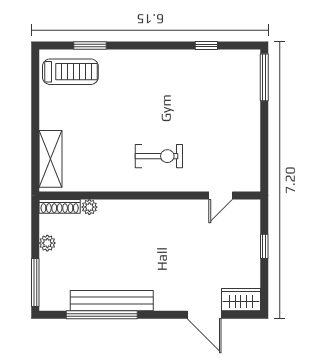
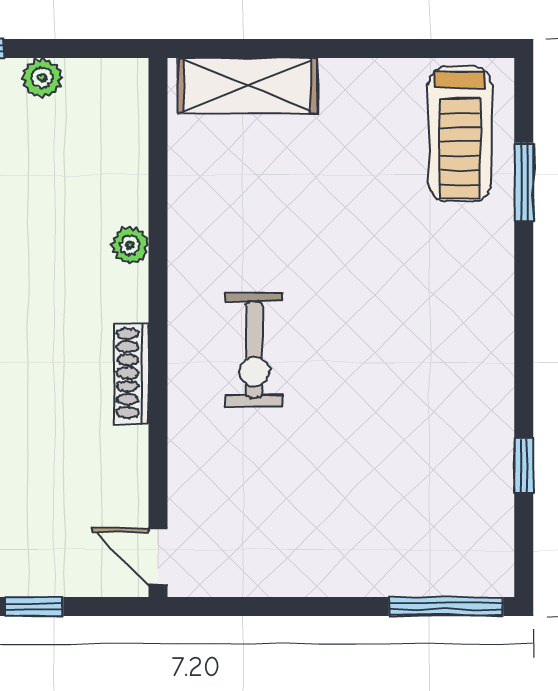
door: (221, 196) -> (158, 556), moved
shoe rack: (60, 206) -> (132, 373), moved
plant: (89, 207) -> (130, 245), moved

